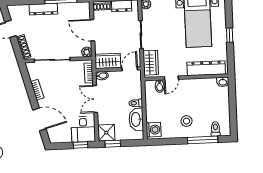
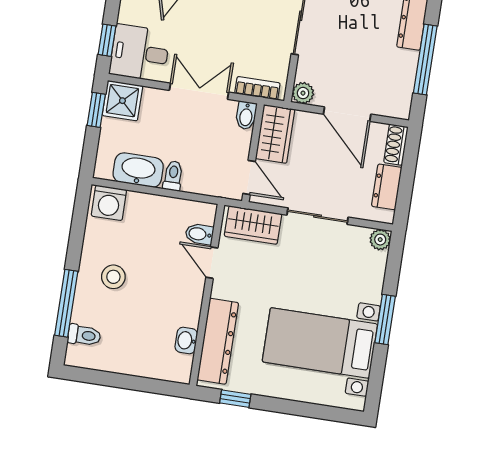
door: (92, 30) -> (347, 114), swing flipped
window: (230, 35) -> (235, 399), moved
washbasin: (223, 82) -> (186, 341), moved

